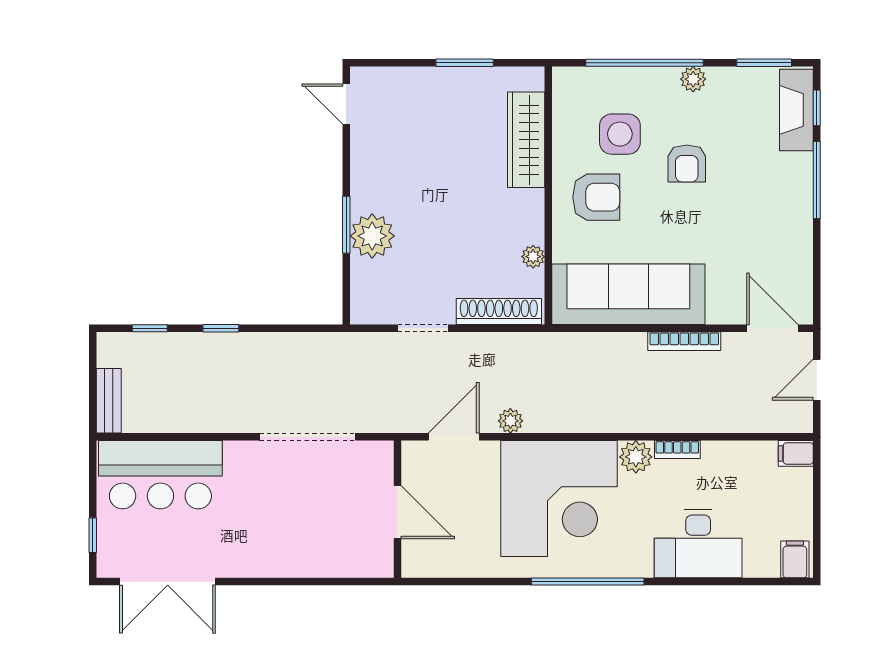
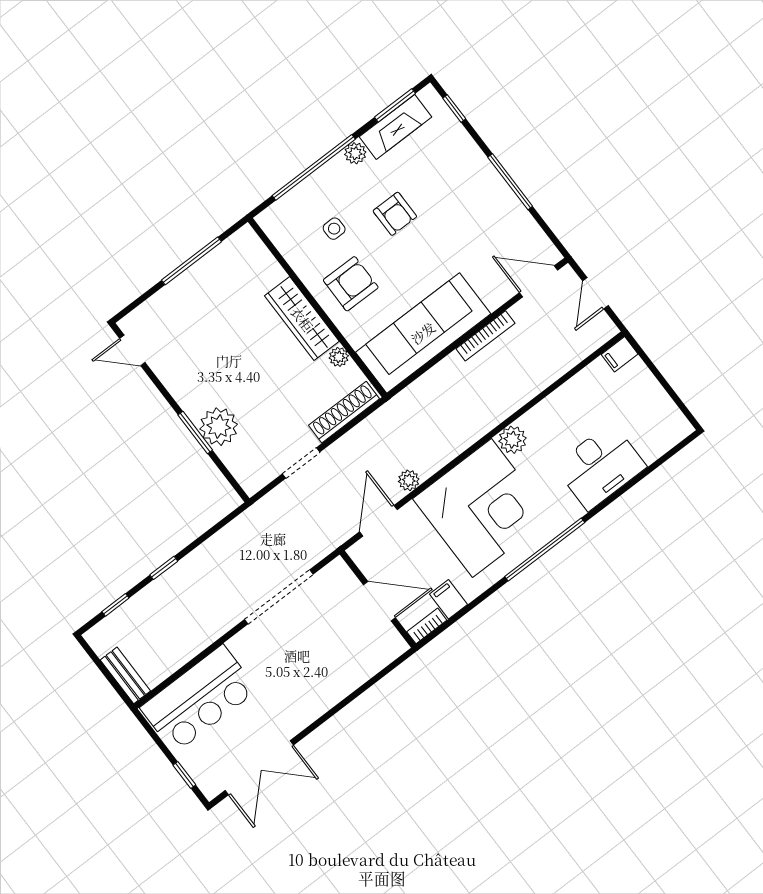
window: (465, 63) -> (192, 261), width x1.44
fireplace: (796, 110) -> (395, 127), moved, turned -90
side table: (620, 134) -> (334, 229), width x0.54, depth x0.54
wardrobe: (526, 140) -> (302, 319), moved
window: (817, 180) -> (510, 182), moved
bookcase: (677, 450) -> (427, 626), moved, turned 180
filing cabinet: (795, 559) -> (448, 599), moved

